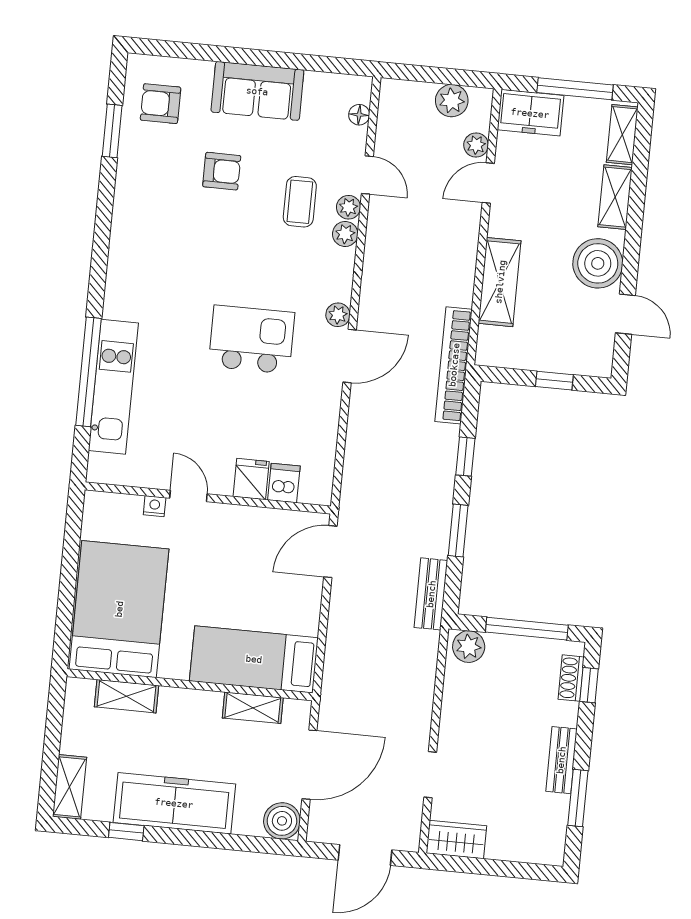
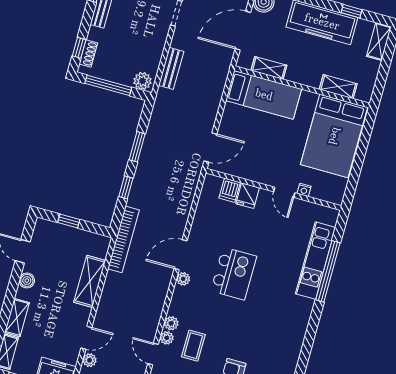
boiler: (598, 263) -> (27, 280), width x0.54, depth x0.54
kitchen island: (252, 339) -> (234, 274), turned -90
bench: (431, 594) -> (171, 68), moved

